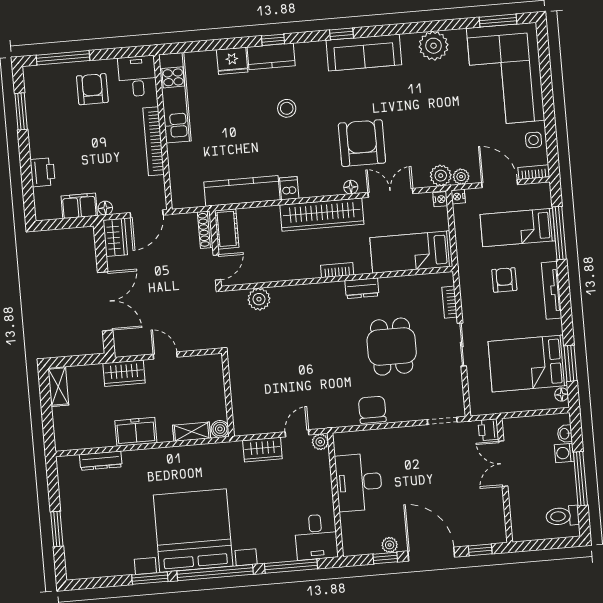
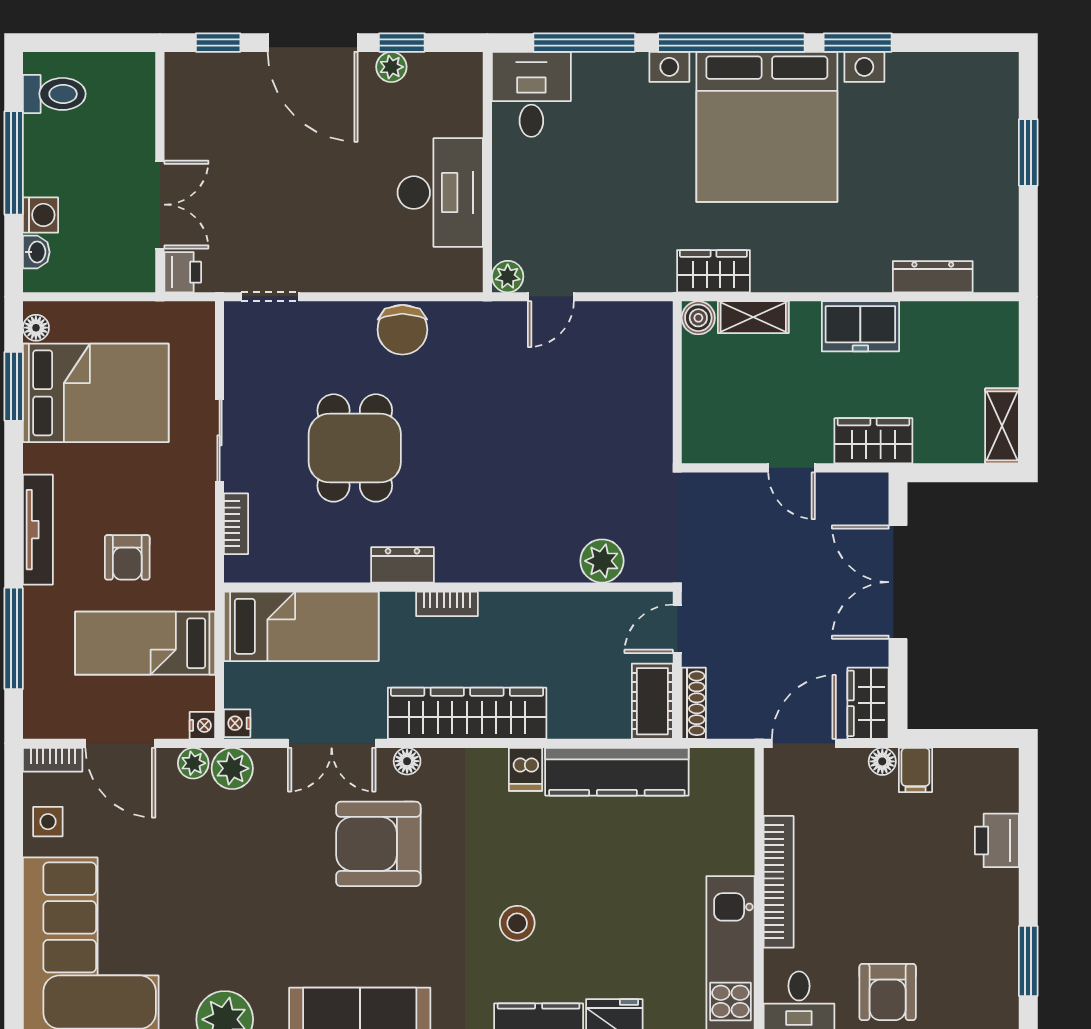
armchair: (362, 143) -> (378, 844), turned 90
filing cabinet: (79, 206) -> (915, 770), width x0.50
bed: (518, 228) -> (145, 643), moved, turned 180
wardrobe: (262, 450) -> (713, 271), moved

